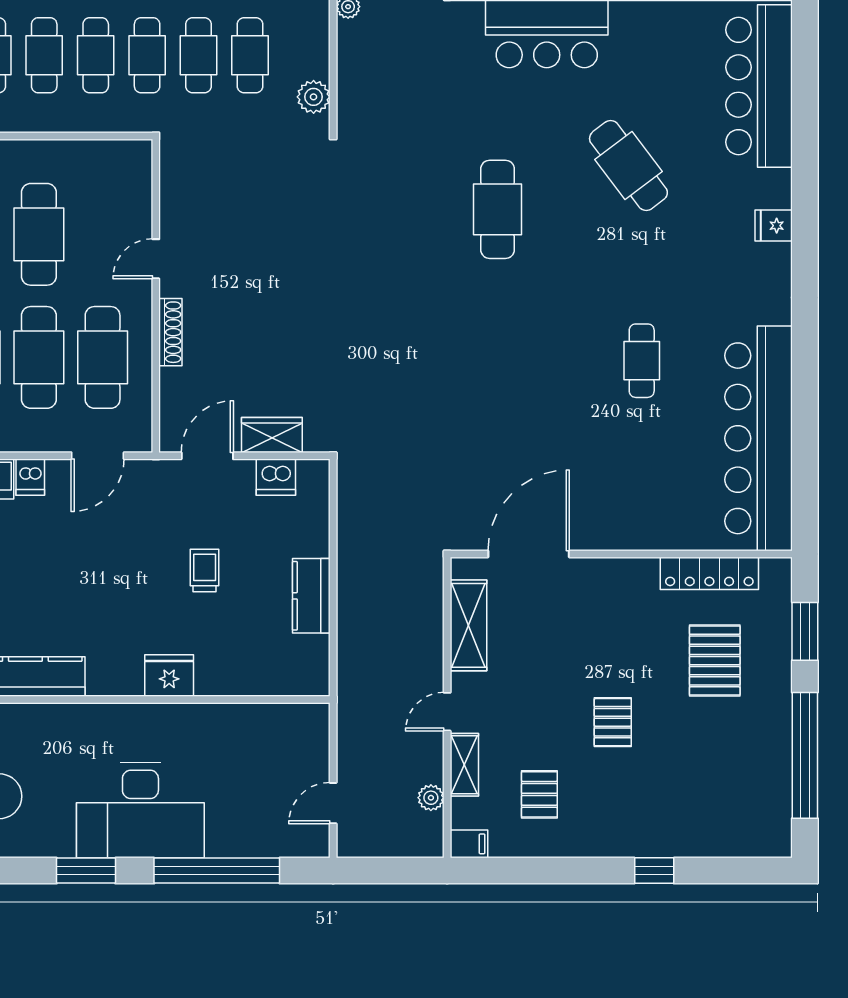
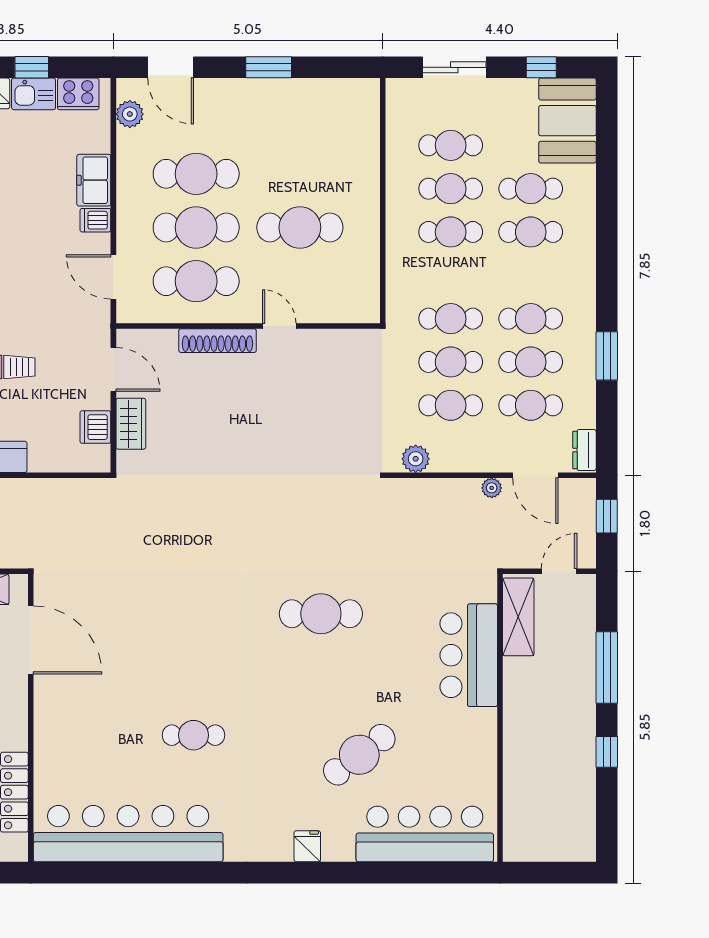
cafe table: (96, 55) -> (451, 275), removed
cafe table: (628, 165) -> (359, 755), moved
shoe rack: (170, 332) -> (218, 341), width x1.36, depth x1.24

